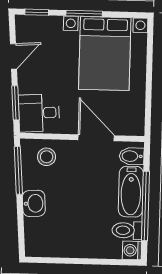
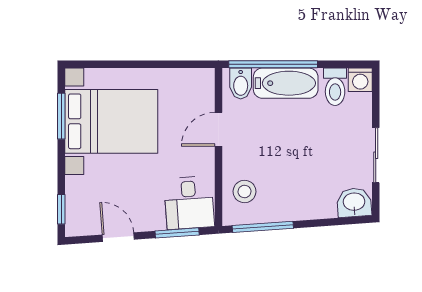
window: (84, 14) -> (61, 116), moved
door: (96, 138) -> (218, 129), width x0.73
washbasin: (34, 203) -> (354, 202), moved
window: (145, 206) -> (273, 64), moved
sliding door: (72, 261) -> (376, 155), added

